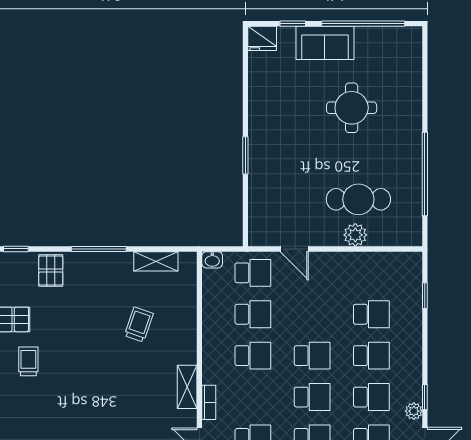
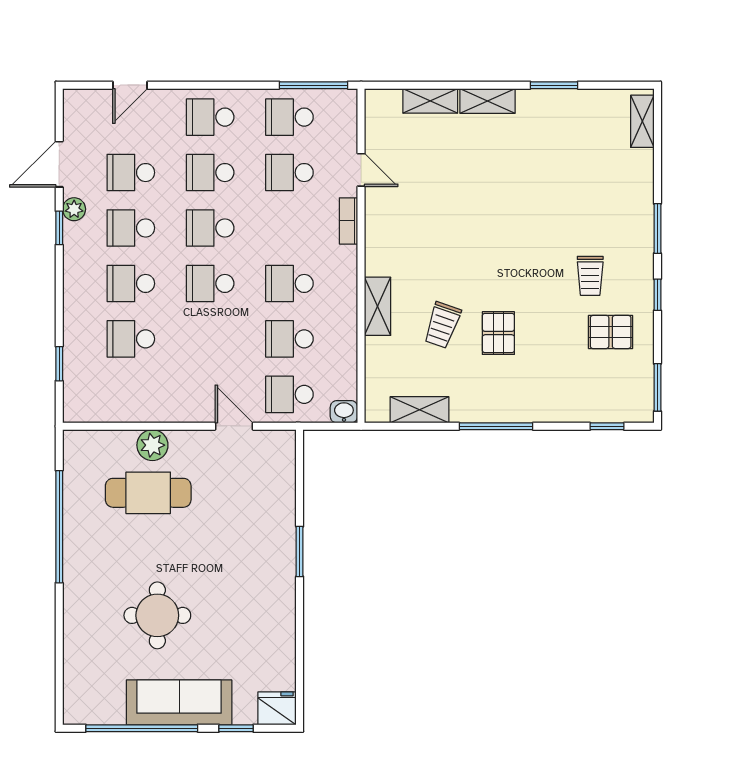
sofa: (325, 43) -> (179, 702), width x1.36
pallet: (51, 271) -> (498, 333), moved
shelving: (187, 387) -> (378, 306), moved

